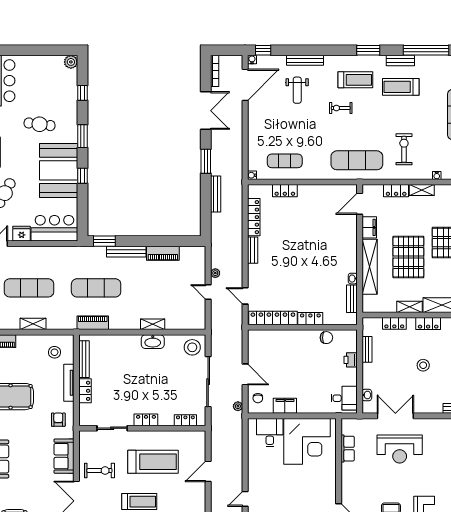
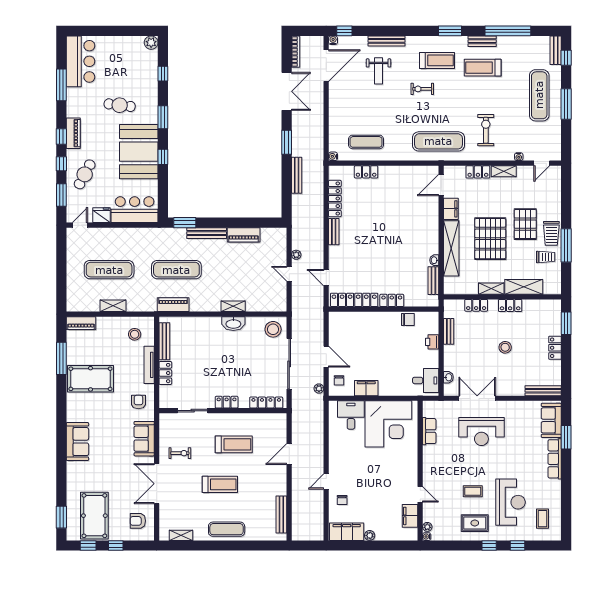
locker: (185, 420) -> (266, 403), width x1.53
treadmill: (153, 462) -> (234, 444), width x0.73, depth x0.73
exercise bike: (99, 471) -> (180, 453), width x0.73, depth x0.72

